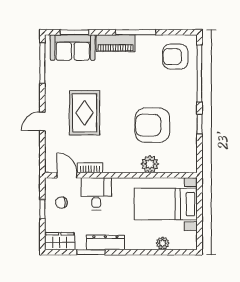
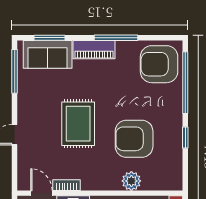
armchair: (175, 57) -> (159, 64), width x1.36, depth x1.36
rug: (85, 113) -> (78, 124), moved

